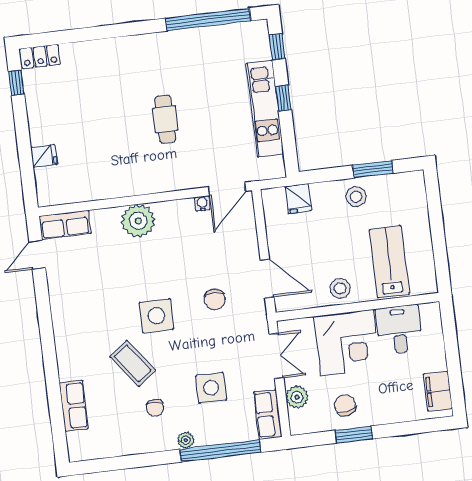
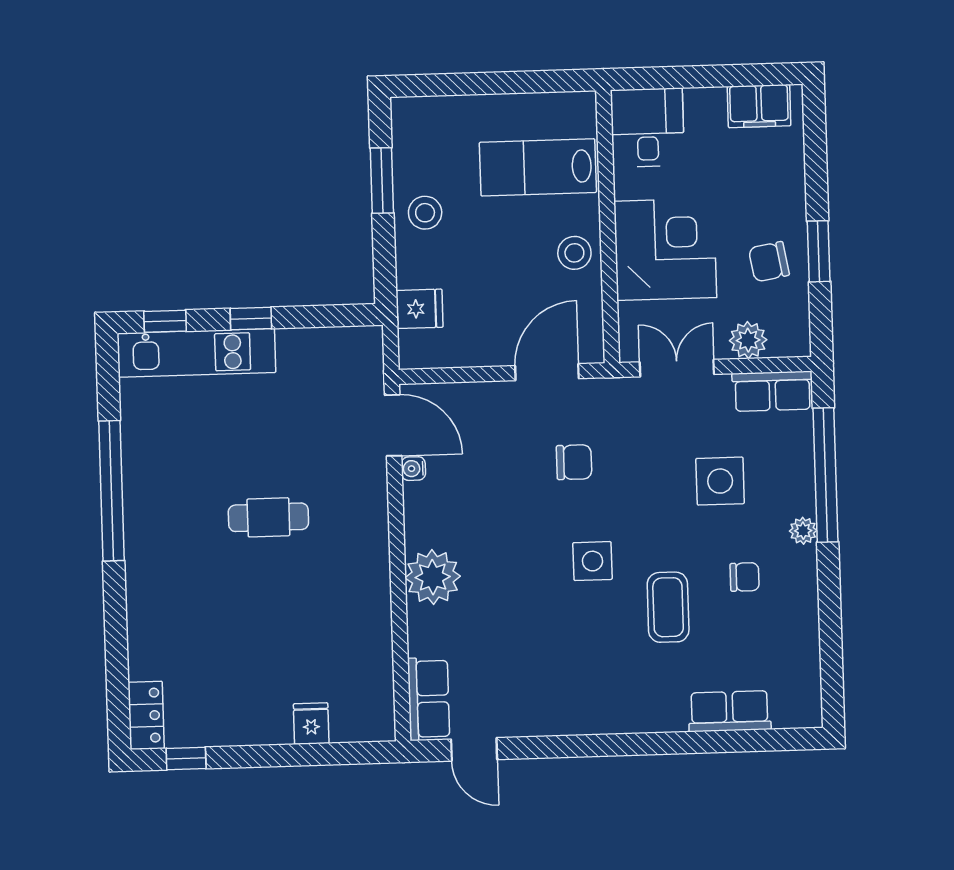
window: (208, 19) -> (111, 491), moved
kitchen unit: (265, 109) -> (196, 353), moved
side table: (156, 316) -> (592, 561), width x0.73, depth x0.73
desk: (399, 330) -> (647, 128), moved, turned 90
coffee table: (133, 363) -> (668, 607), turned -53

